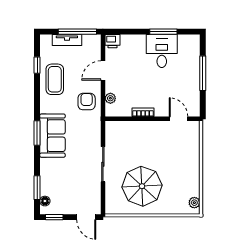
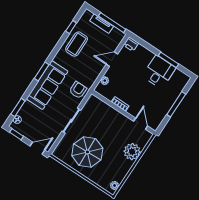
armchair: (87, 102) -> (78, 90), moved
sofa: (52, 136) -> (47, 85), width x1.36
plant: (189, 154) -> (132, 152), added
door: (86, 217) -> (37, 148), swing flipped

